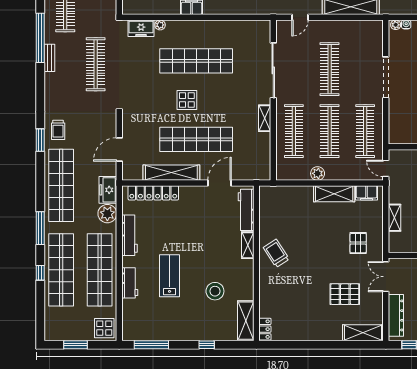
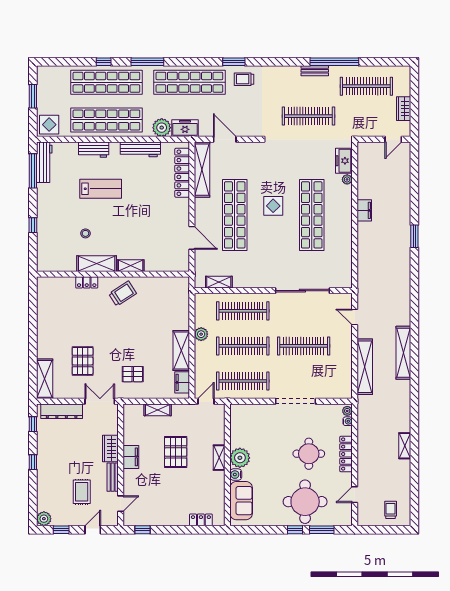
shelving: (265, 118) -> (219, 282), moved
shelving: (171, 173) -> (202, 170), moved
workbench: (246, 210) -> (44, 162), moved, turned 90
stool: (215, 291) -> (85, 233), width x0.53, depth x0.53
shelving: (246, 321) -> (97, 264), moved
locker: (265, 329) -> (87, 282), moved

